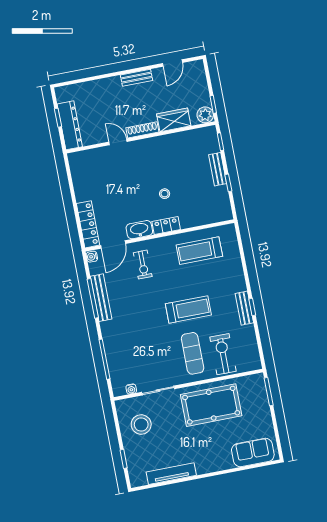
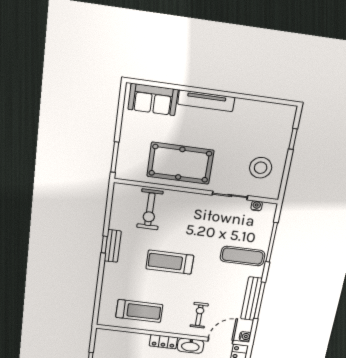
exercise mat: (193, 353) -> (243, 256), moved, turned 90
tv unit: (171, 474) -> (206, 101), moved

